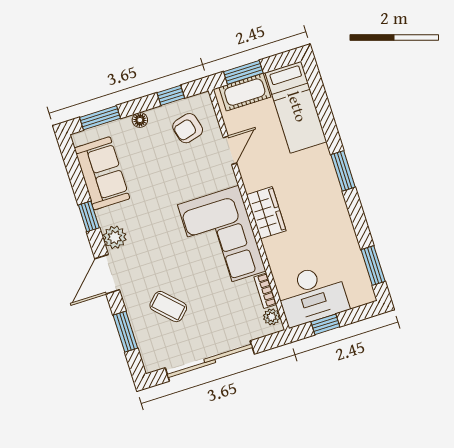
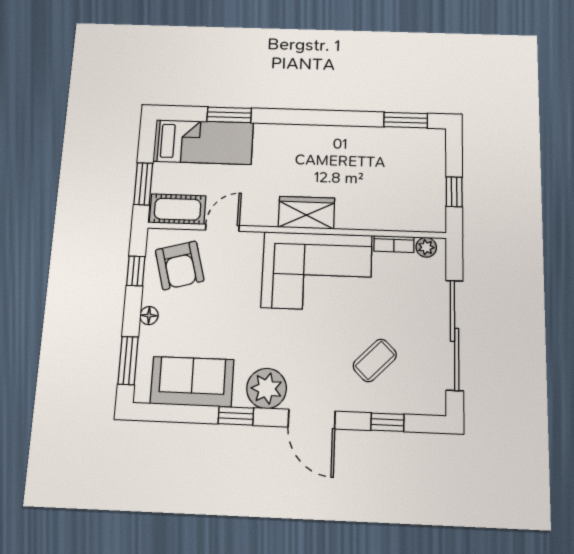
cot: (245, 92) -> (178, 209), moved, turned 90
armchair: (188, 128) -> (180, 265), width x1.38, depth x1.38
door: (230, 150) -> (222, 228), hinge flipped
window: (343, 171) -> (229, 115), moved
plant: (115, 237) -> (267, 388), width x1.36, depth x1.36
desk: (312, 295) -> (416, 195), removed
window: (125, 332) -> (387, 422), width x0.67

